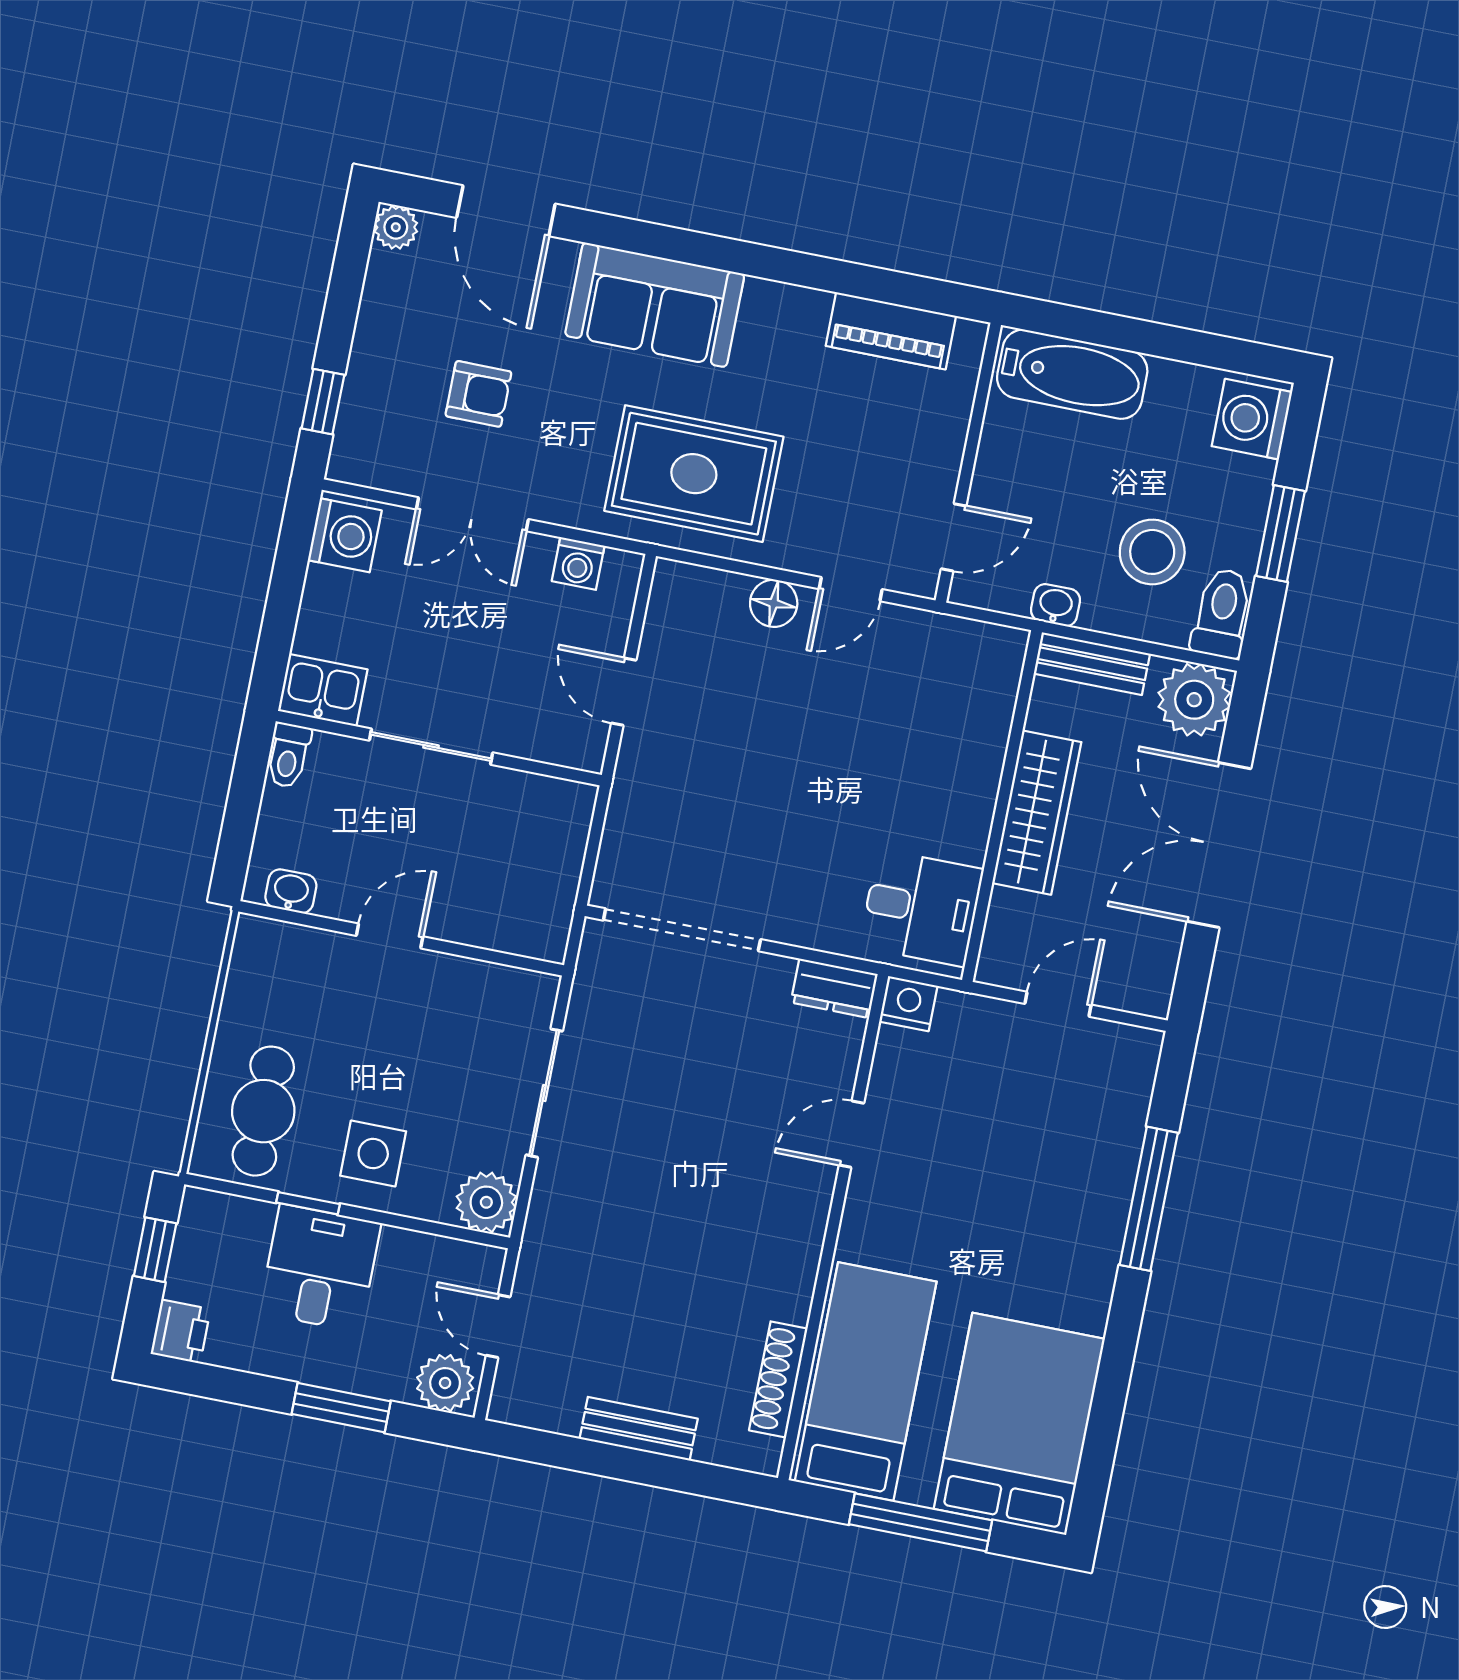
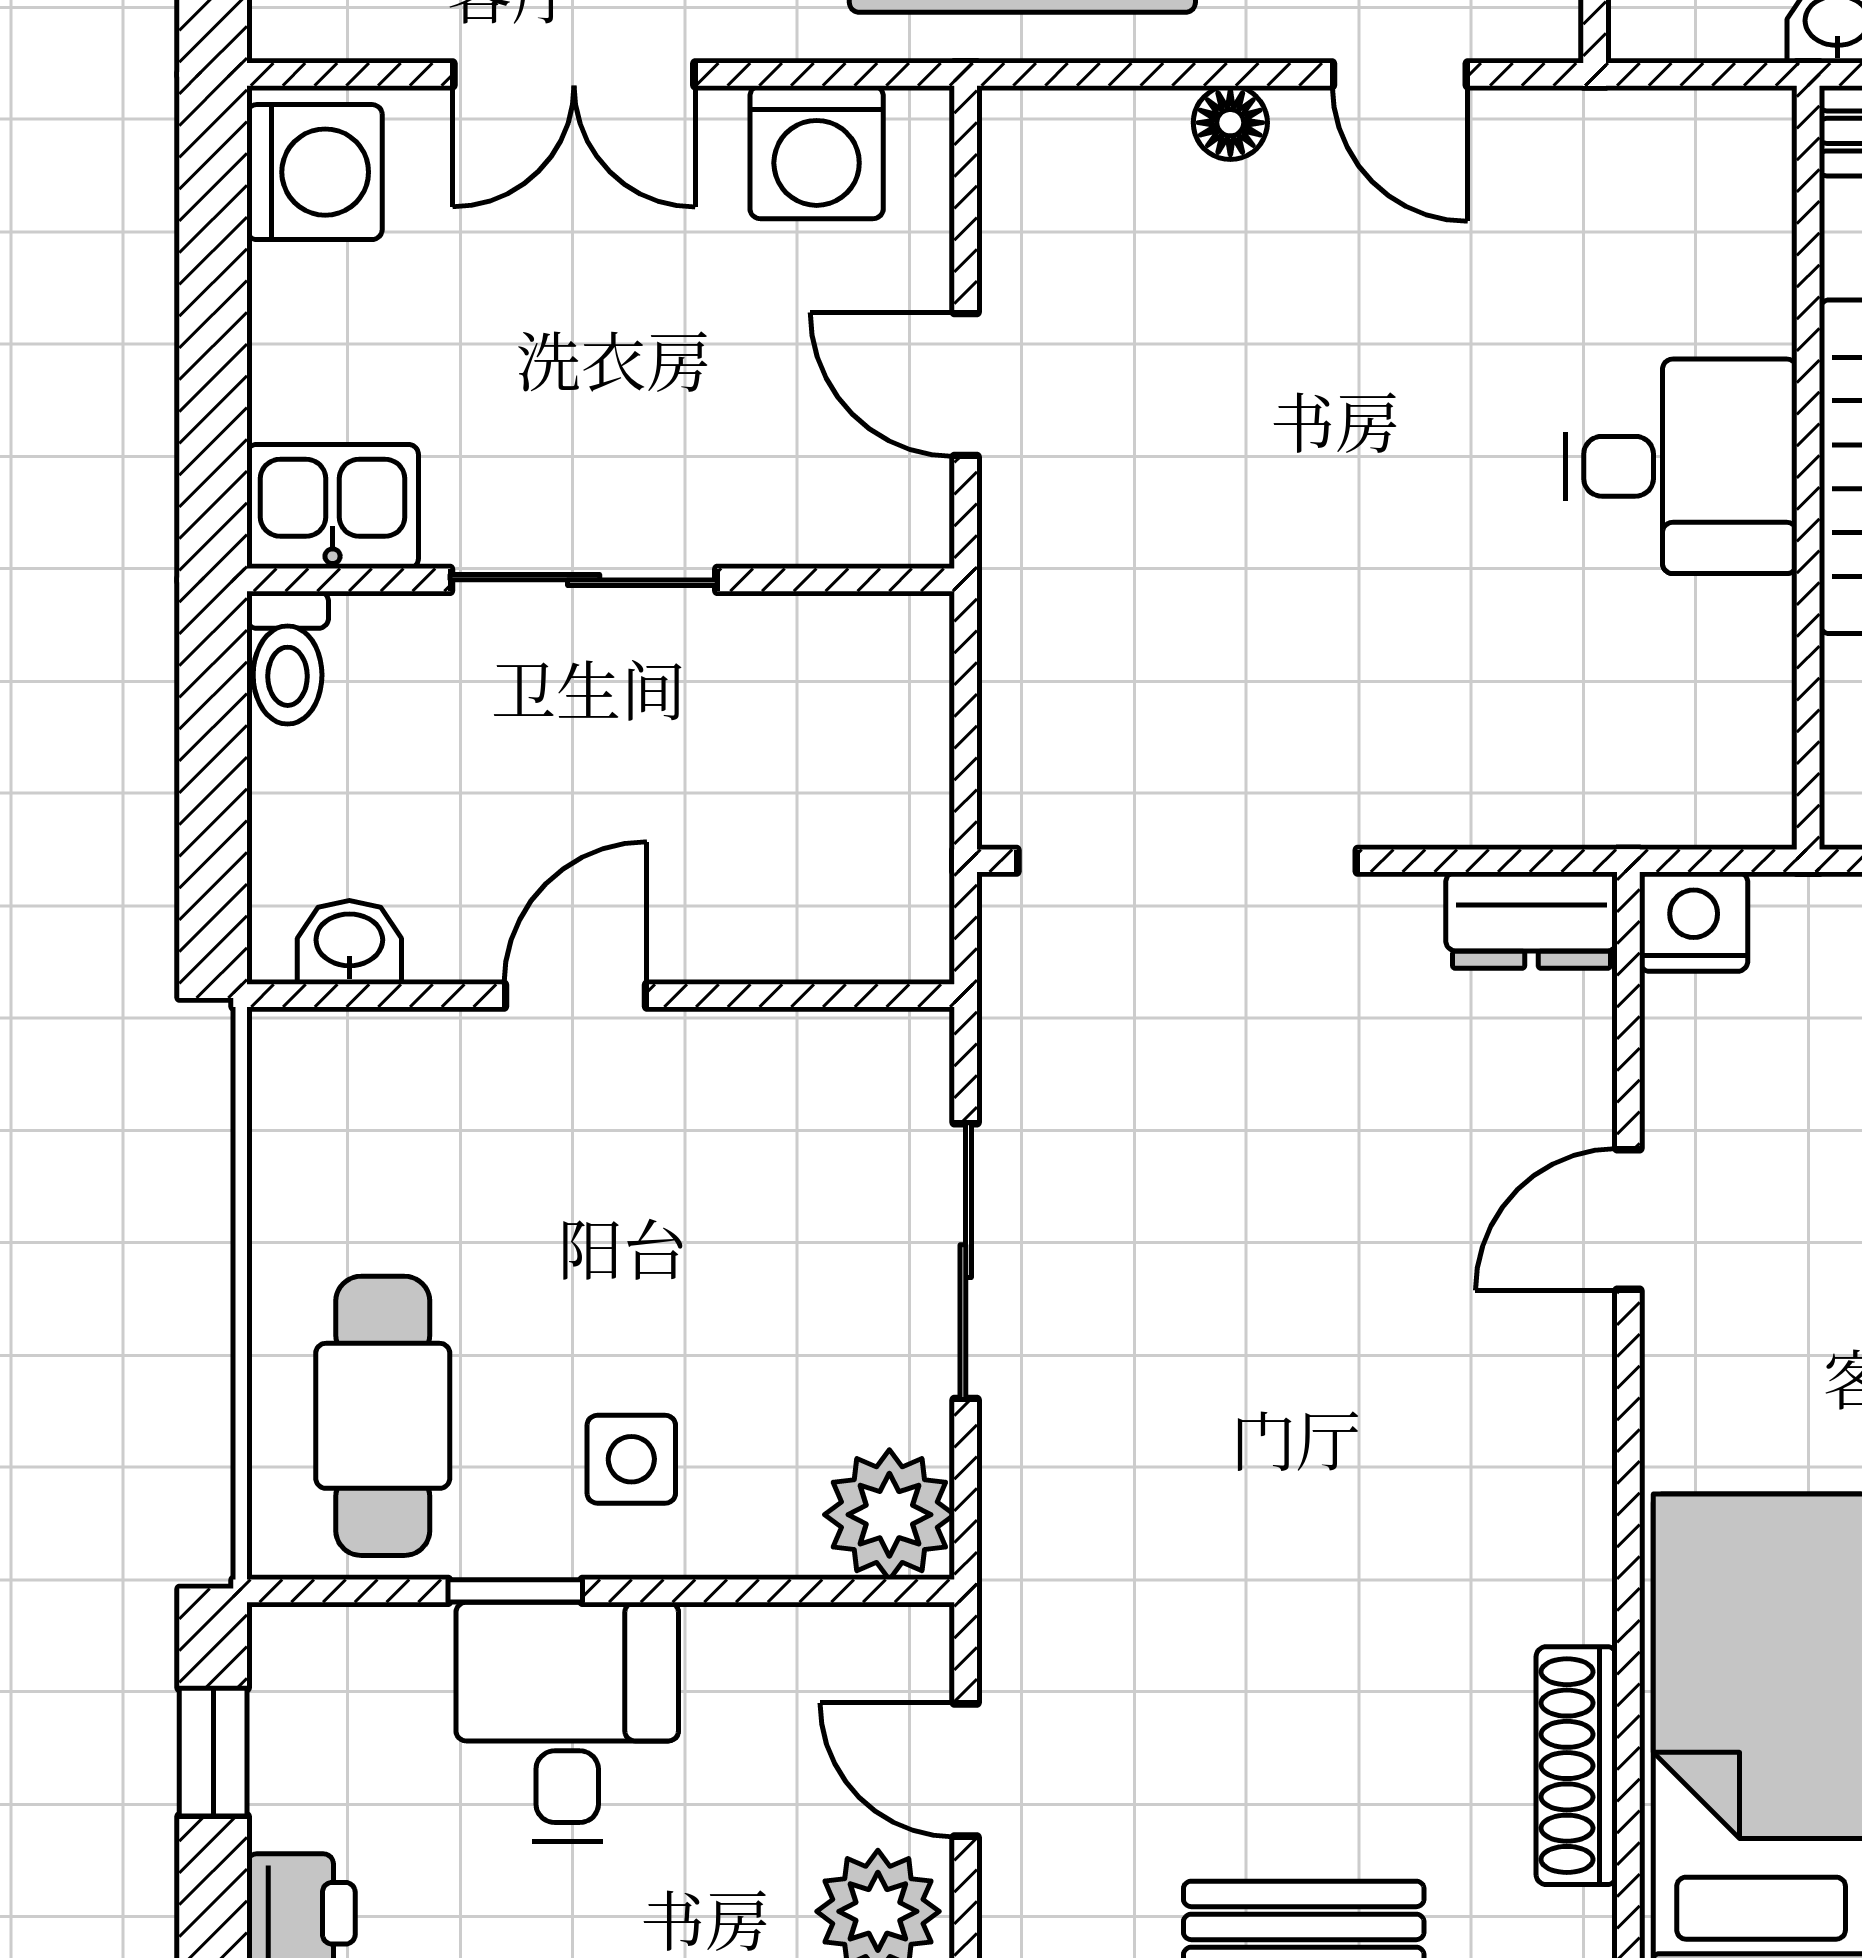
washing machine: (578, 563) -> (817, 152), width x1.38, depth x1.38
door: (851, 589) -> (1400, 74), hinge flipped
floor lamp: (774, 603) -> (1230, 123), width x0.73, depth x0.73
desk: (921, 908) -> (1681, 466), moved
side table: (373, 1154) -> (631, 1459), width x0.73, depth x0.73

